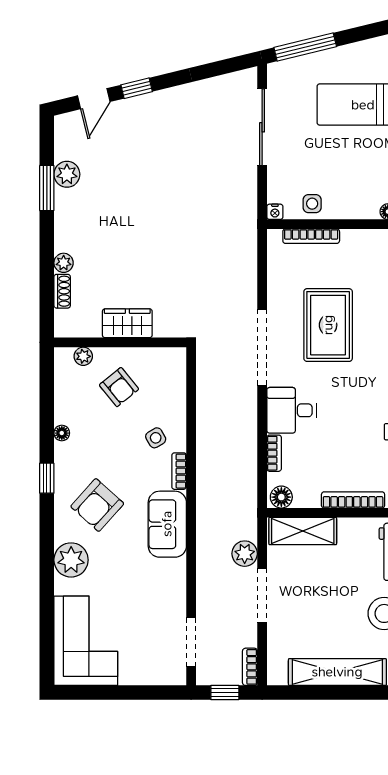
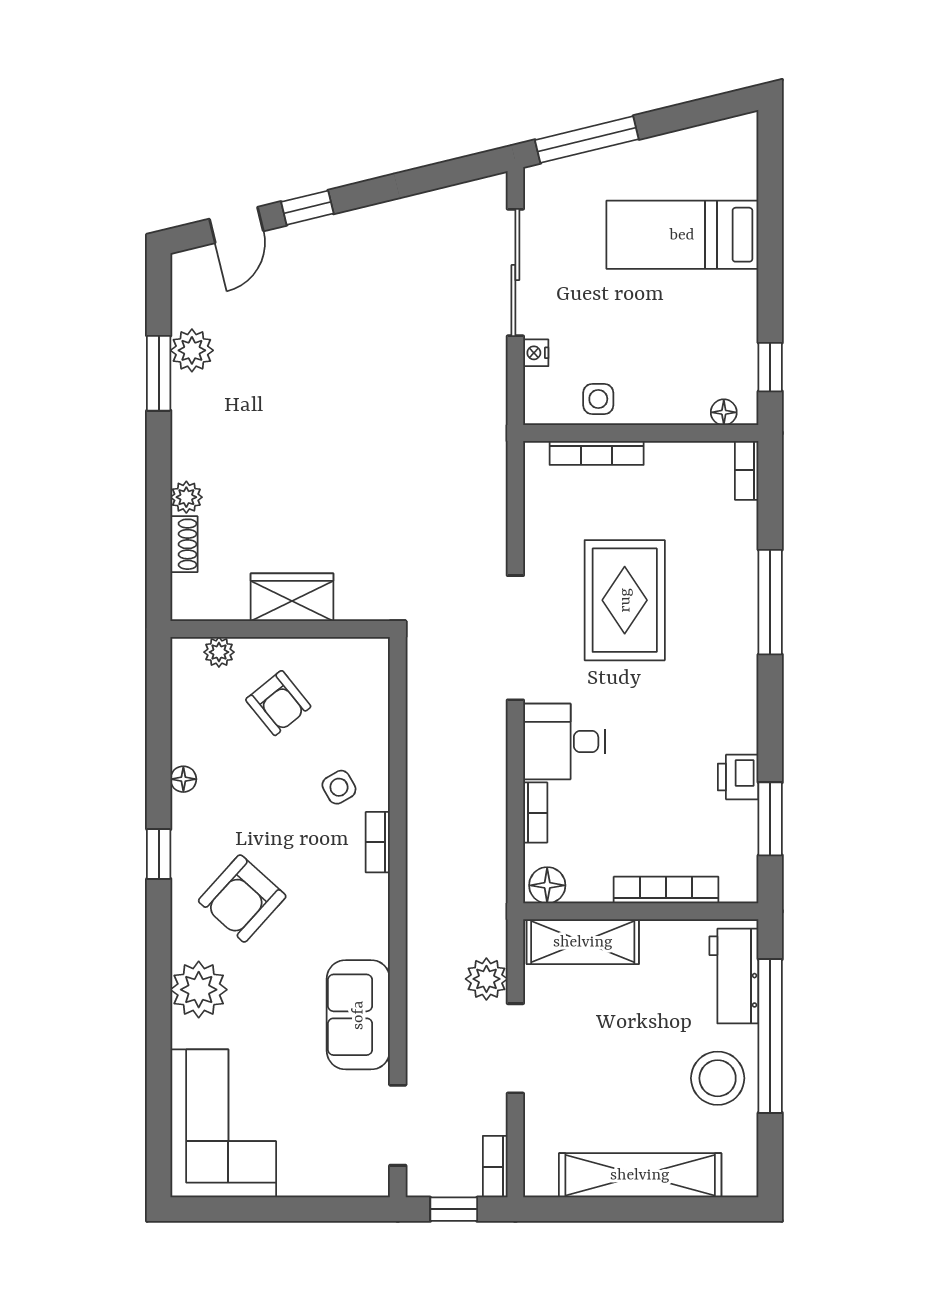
nightstand: (275, 212) -> (536, 353), moved, turned 90
sofa: (167, 524) -> (358, 1015), moved

